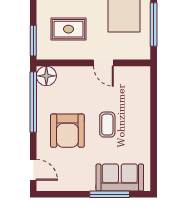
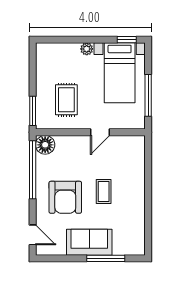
rug: (69, 29) -> (66, 100), turned 90
door: (103, 63) -> (100, 132), hinge flipped
sofa: (120, 177) -> (89, 242), moved

